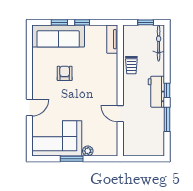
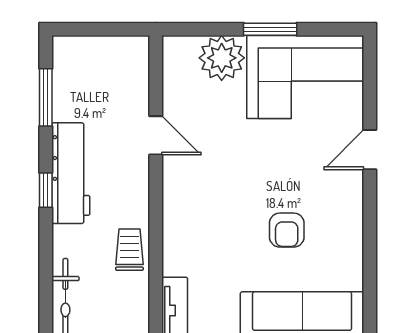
workbench: (156, 92) -> (71, 173), width x1.38
window: (167, 119) -> (46, 97), moved
plant: (88, 151) -> (222, 58), width x1.87, depth x1.87

